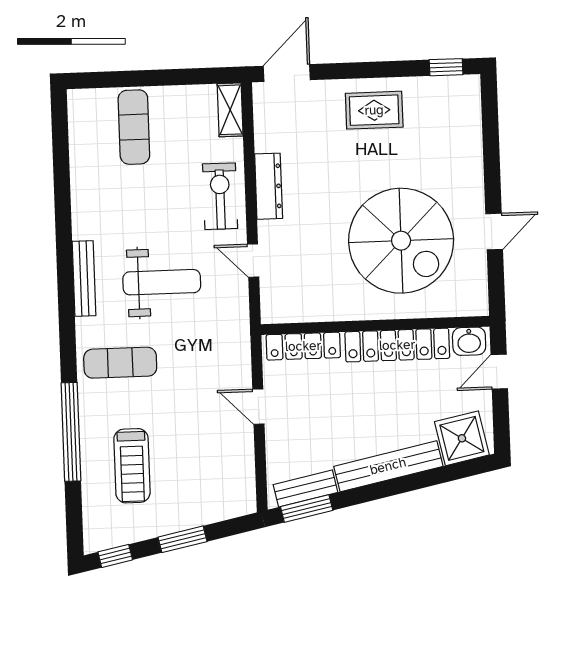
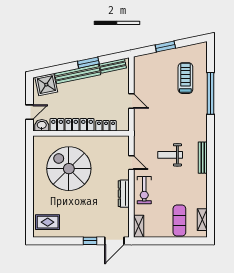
window: (446, 67) -> (90, 241), moved
rug: (374, 110) -> (48, 222), moved
shelving: (80, 131) -> (202, 220), added
door: (494, 232) -> (30, 171), removed
weight bench: (162, 282) -> (170, 155), width x0.73, depth x0.75
locker: (303, 346) -> (106, 126), width x0.66
exercise mat: (120, 363) -> (189, 122), removed
window: (307, 509) -> (88, 63), moved
window: (115, 556) -> (194, 40), removed

